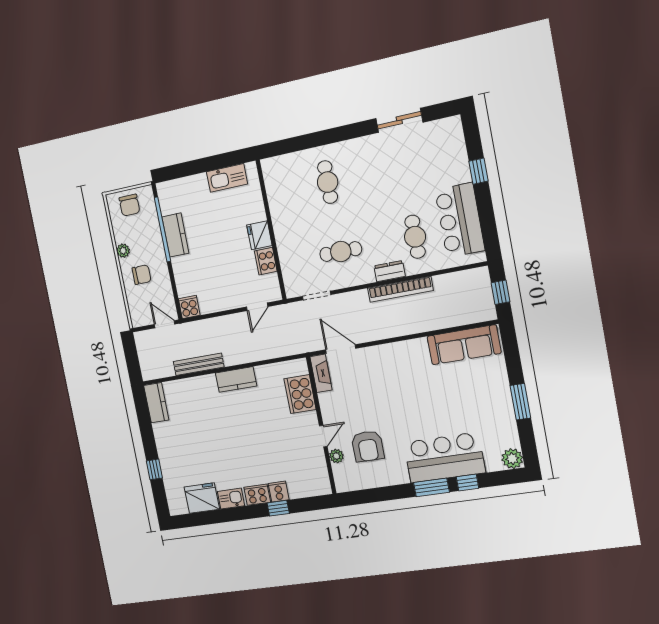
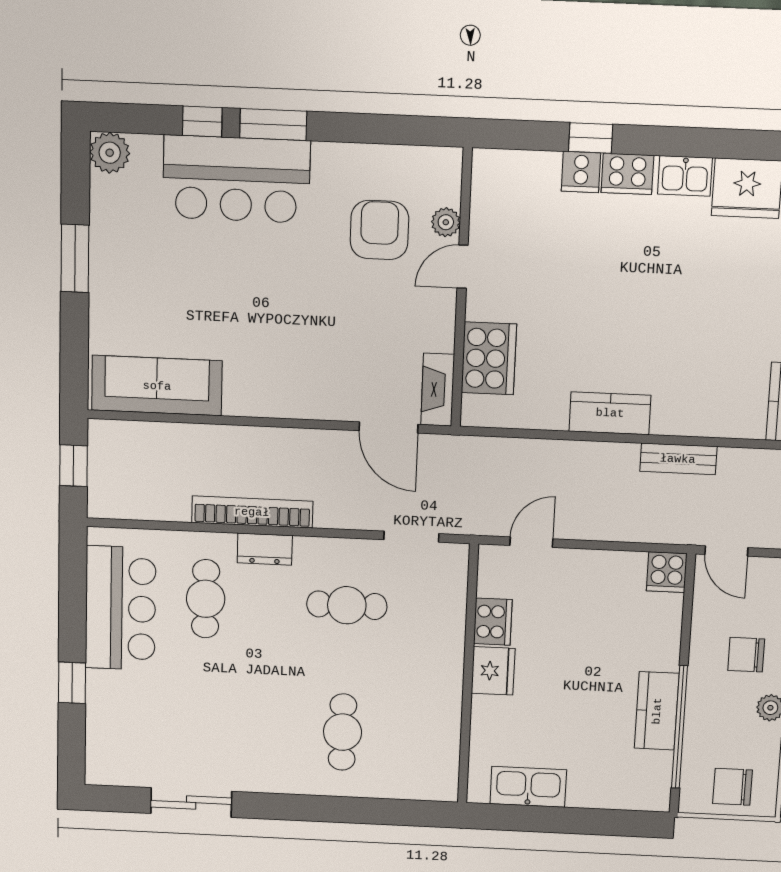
chair: (129, 205) -> (732, 787), turned -90
bench: (199, 364) -> (678, 459), width x0.73

